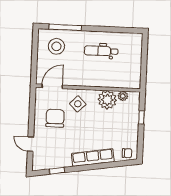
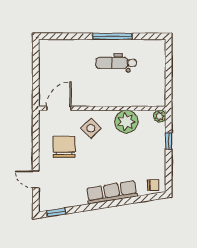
window: (65, 27) -> (112, 36), moved
stool: (56, 46) -> (62, 60), removed
plant: (123, 96) -> (160, 116), moved
window: (57, 171) -> (56, 212), moved

